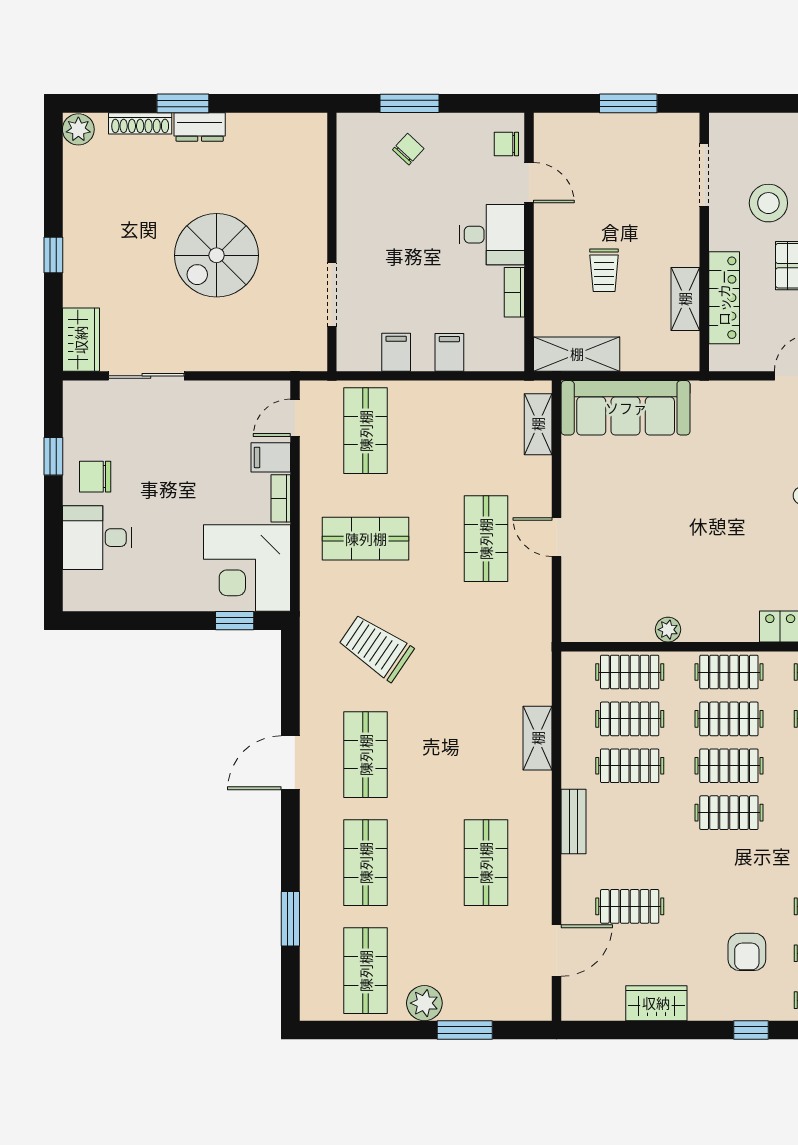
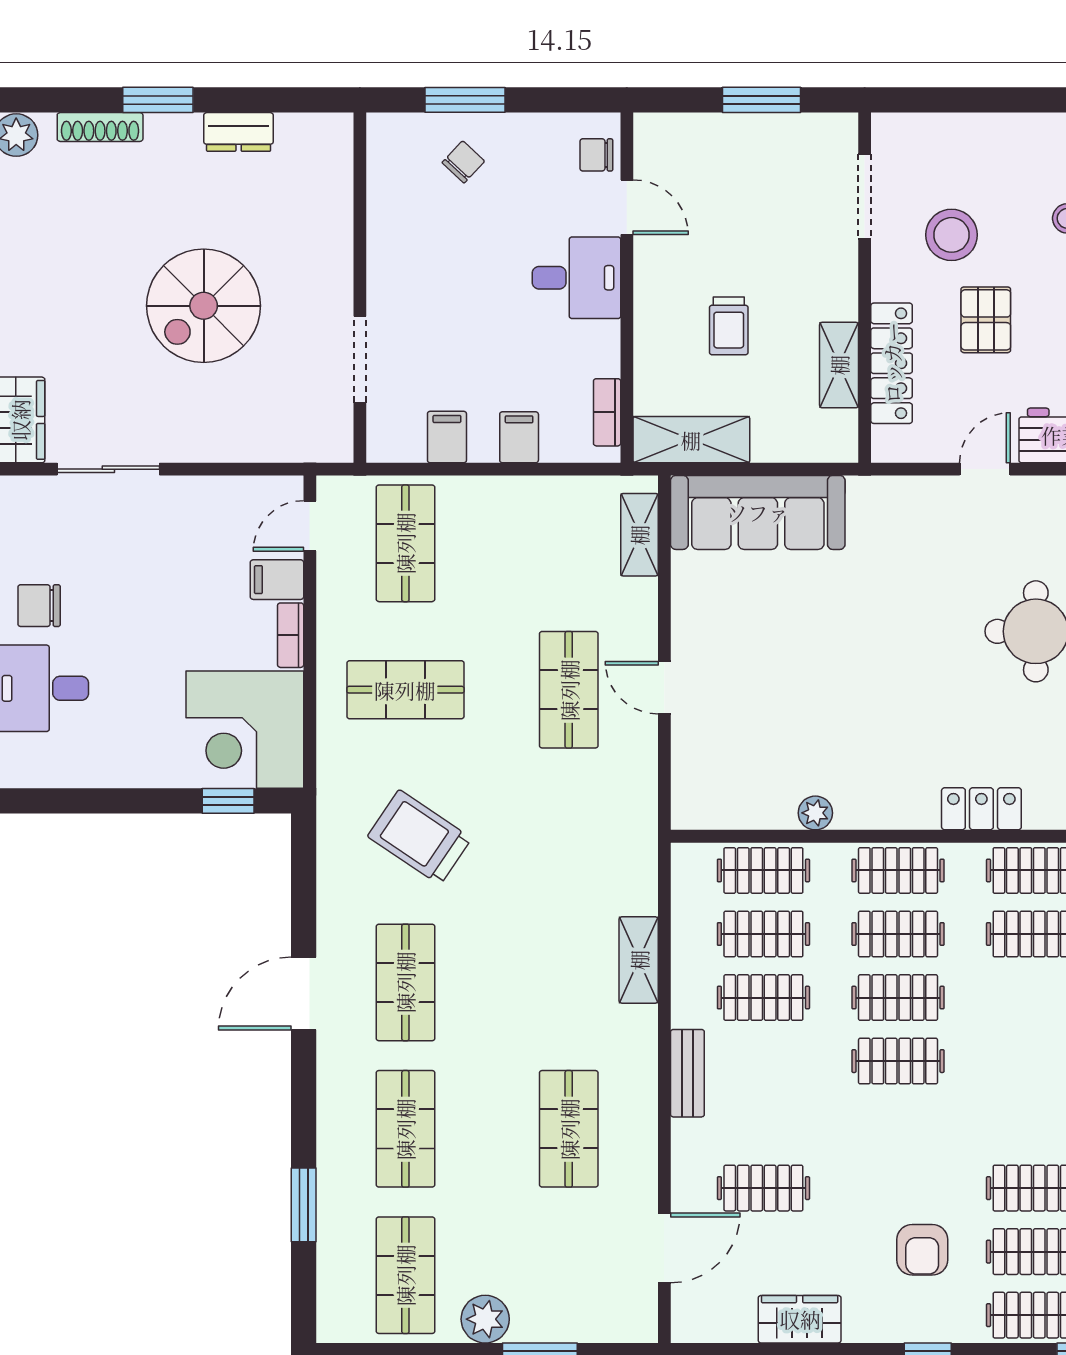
dresser: (200, 127) -> (239, 132), moved
bookcase: (514, 292) -> (607, 412), moved

